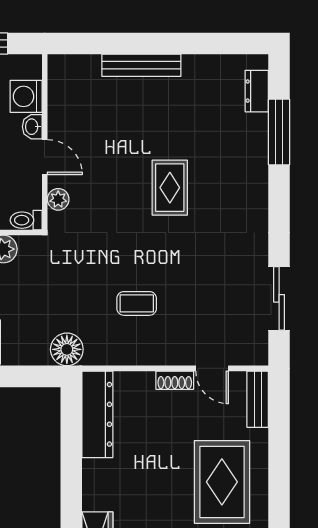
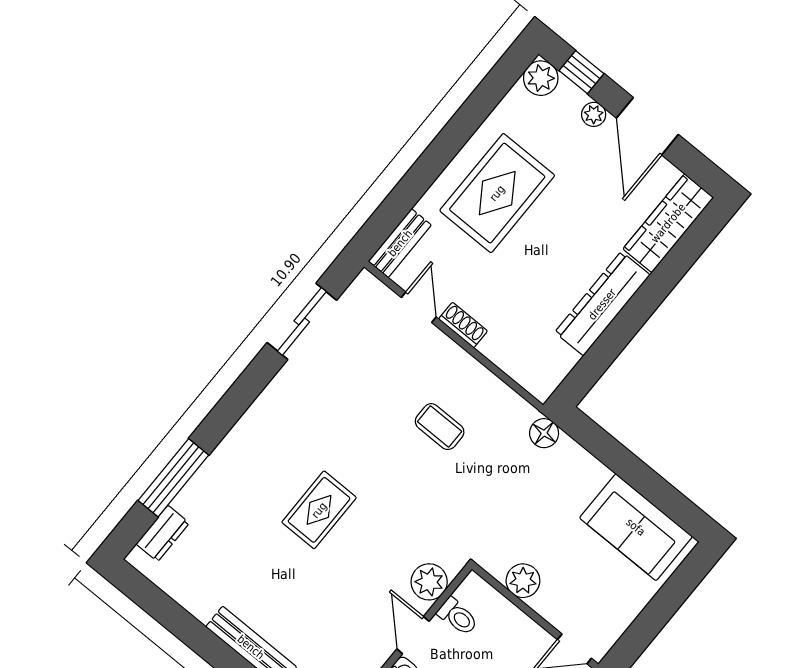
plant: (58, 199) -> (429, 582), width x1.38, depth x1.38
toilet: (26, 220) -> (458, 616), moved
floor lamp: (67, 349) -> (544, 433), width x0.73, depth x0.73
dresser: (97, 414) -> (602, 304), moved

